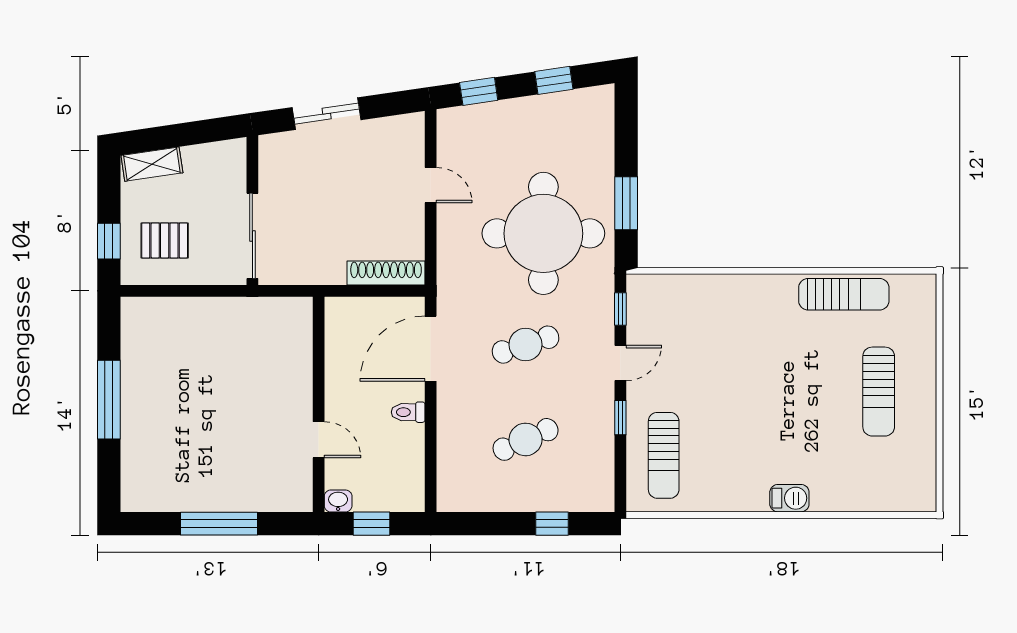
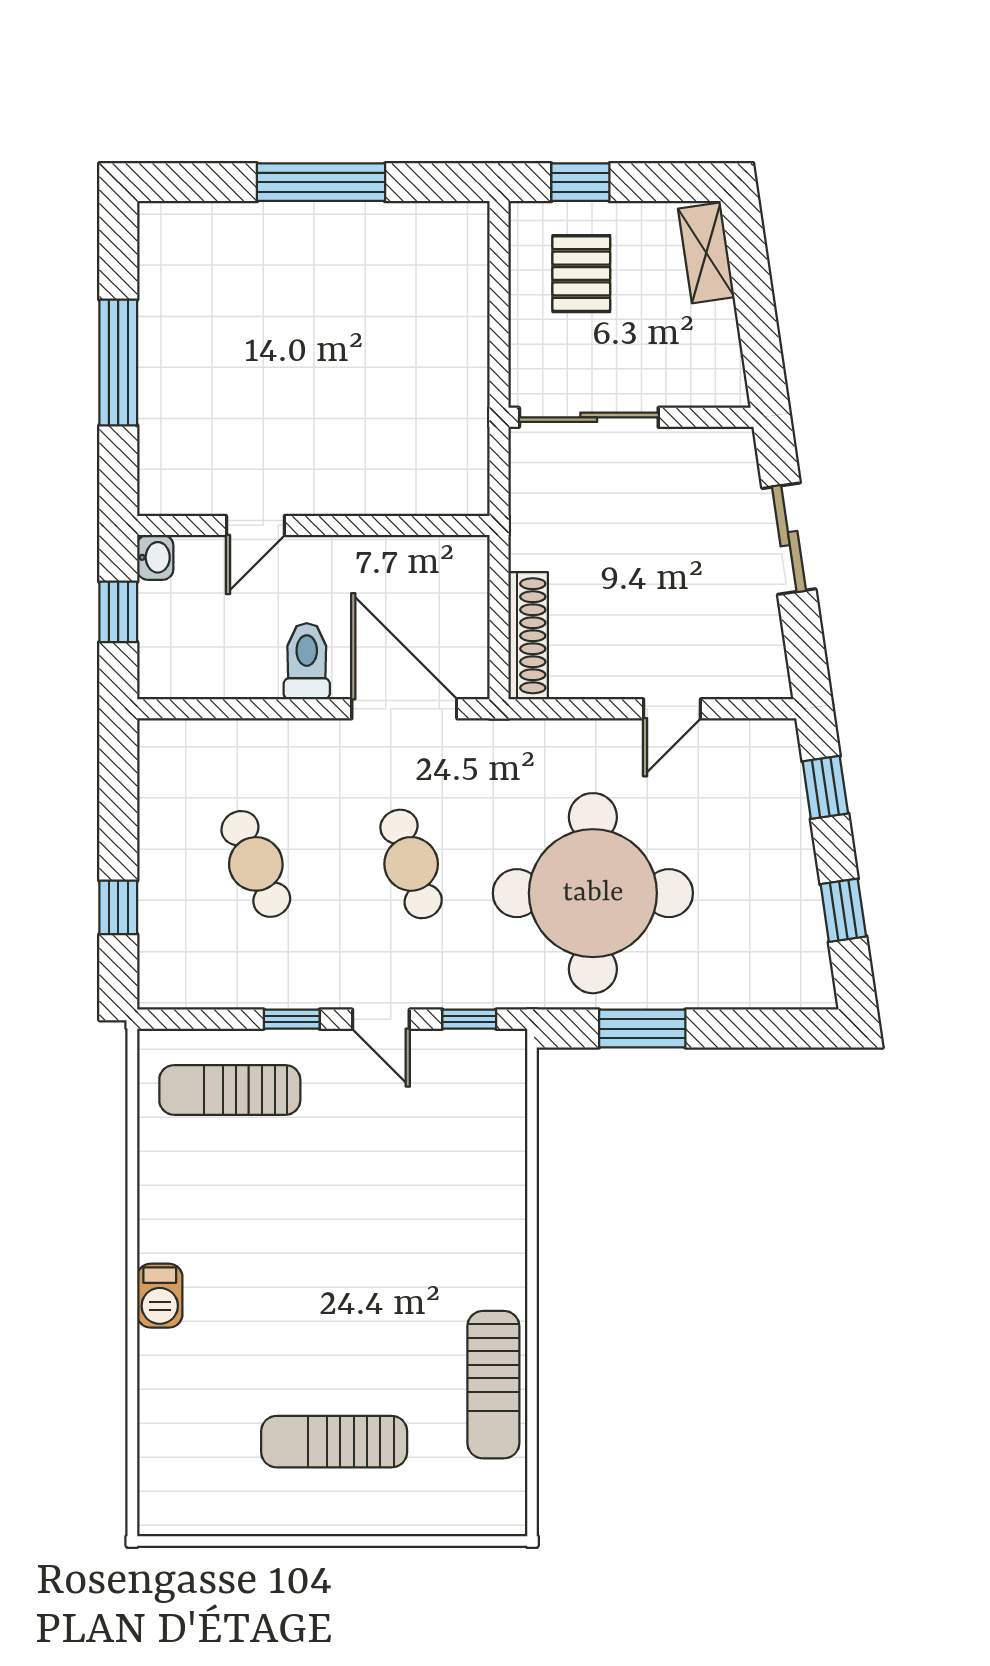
toilet: (408, 412) -> (307, 661), width x1.37, depth x1.39

